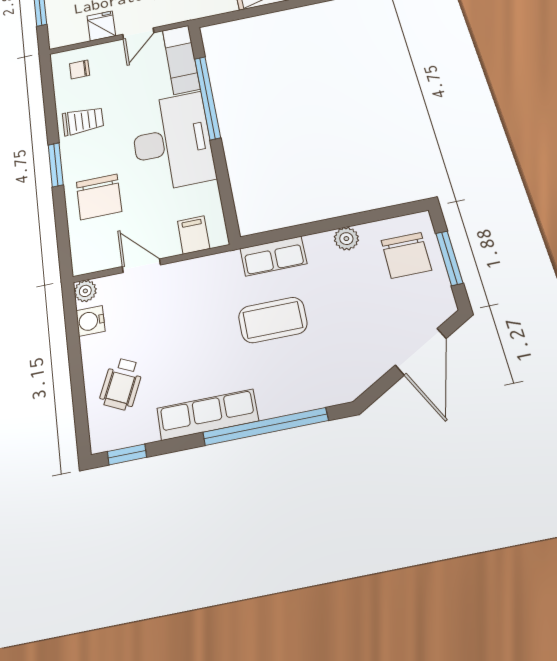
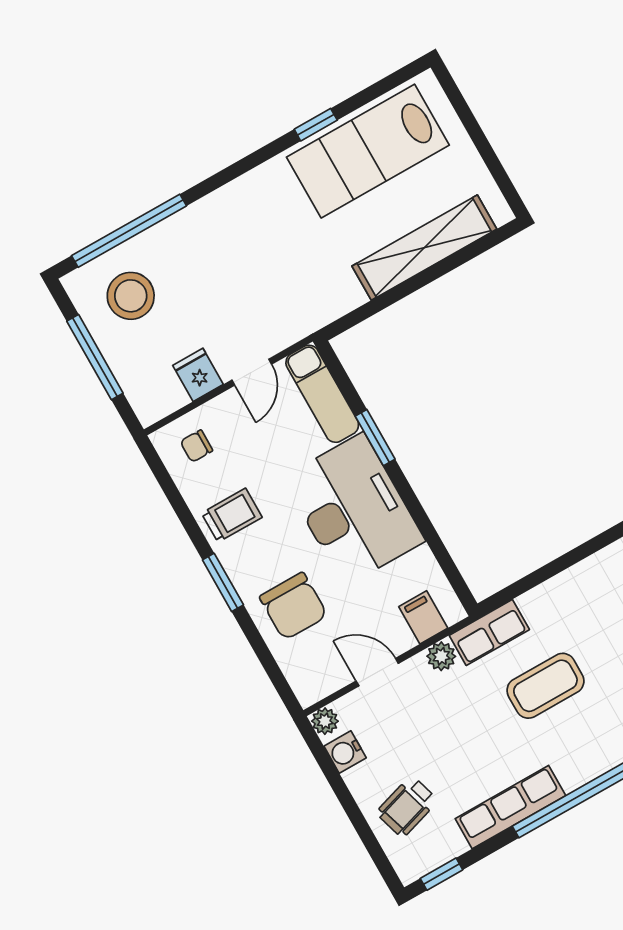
window: (207, 98) -> (375, 438), width x0.47
plant: (346, 239) -> (441, 656), moved
row of seats: (273, 256) -> (489, 632), moved
wheelchair: (121, 384) -> (407, 807), turned 48

